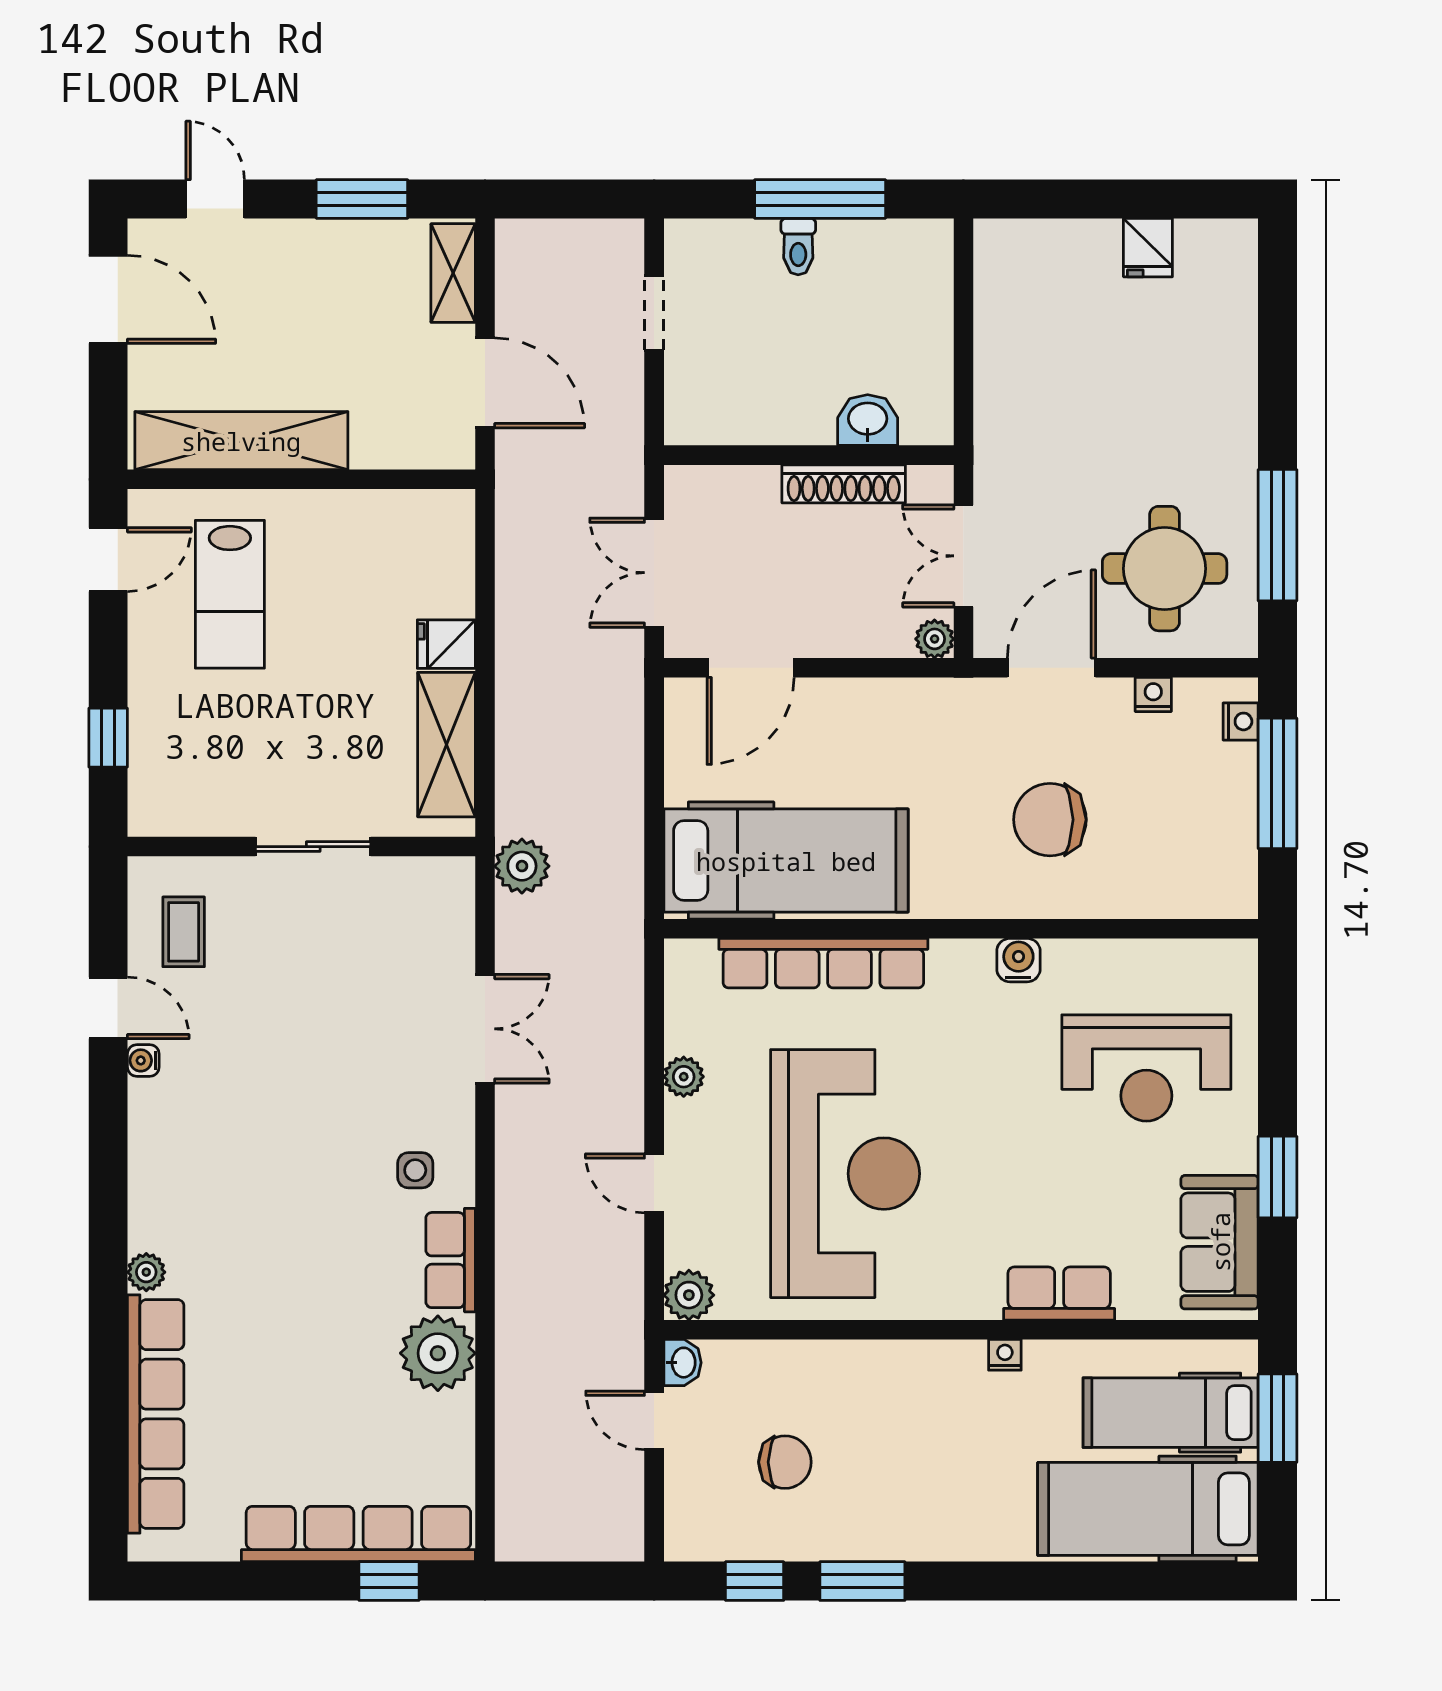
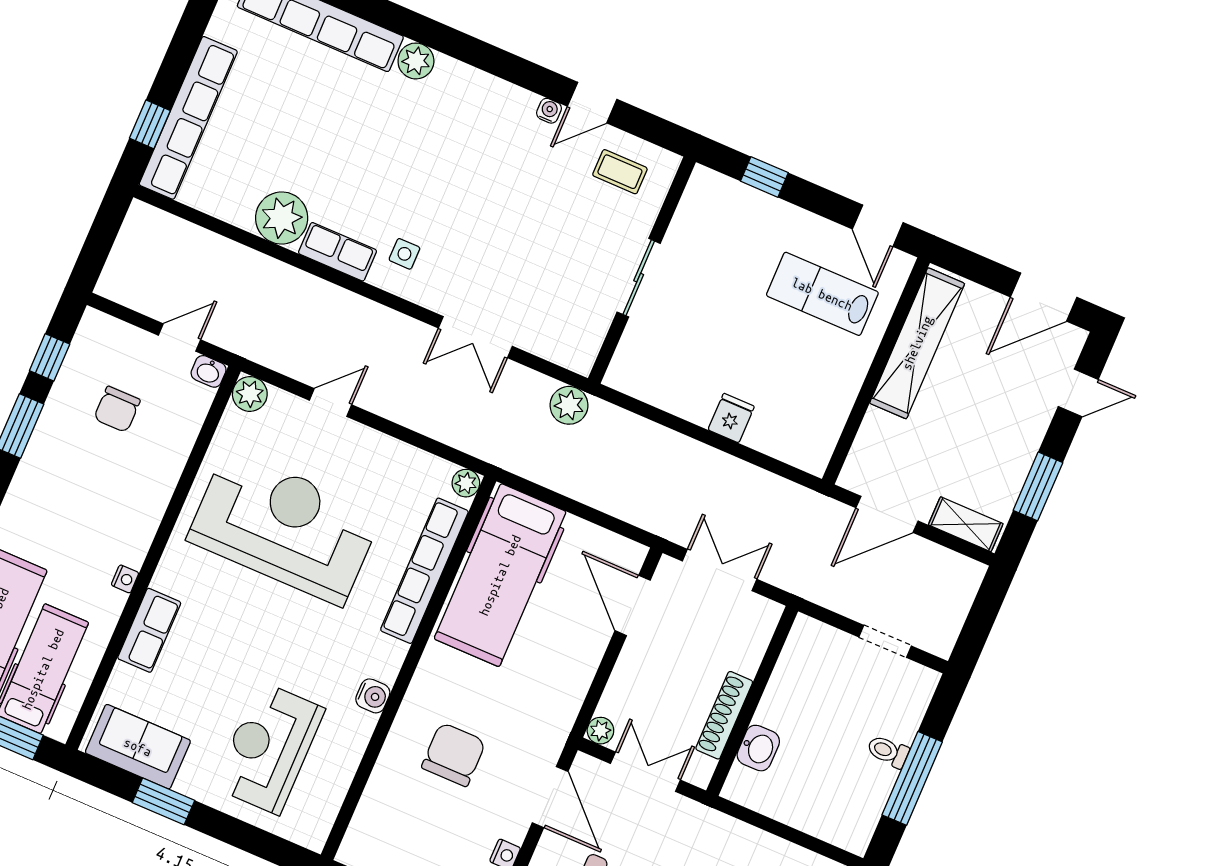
shelving: (446, 745) -> (667, 391), removed
plant: (684, 1077) -> (466, 483), moved
reception desk: (845, 1174) -> (284, 527), turned 180
plant: (146, 1272) -> (416, 61), width x1.38, depth x1.38

